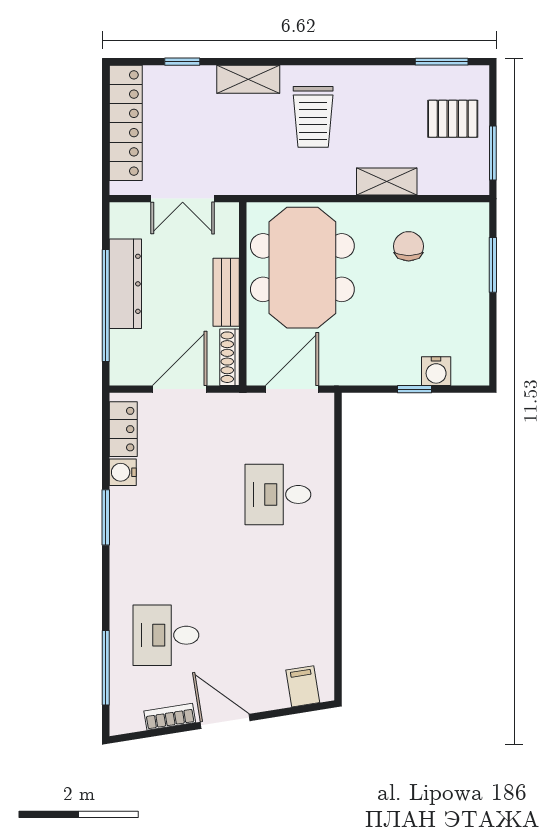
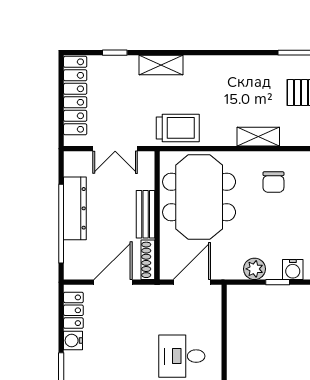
trolley: (313, 117) -> (178, 128), moved, turned -90
chair: (409, 246) -> (273, 182), turned 180
plant: (381, 370) -> (254, 269), added

